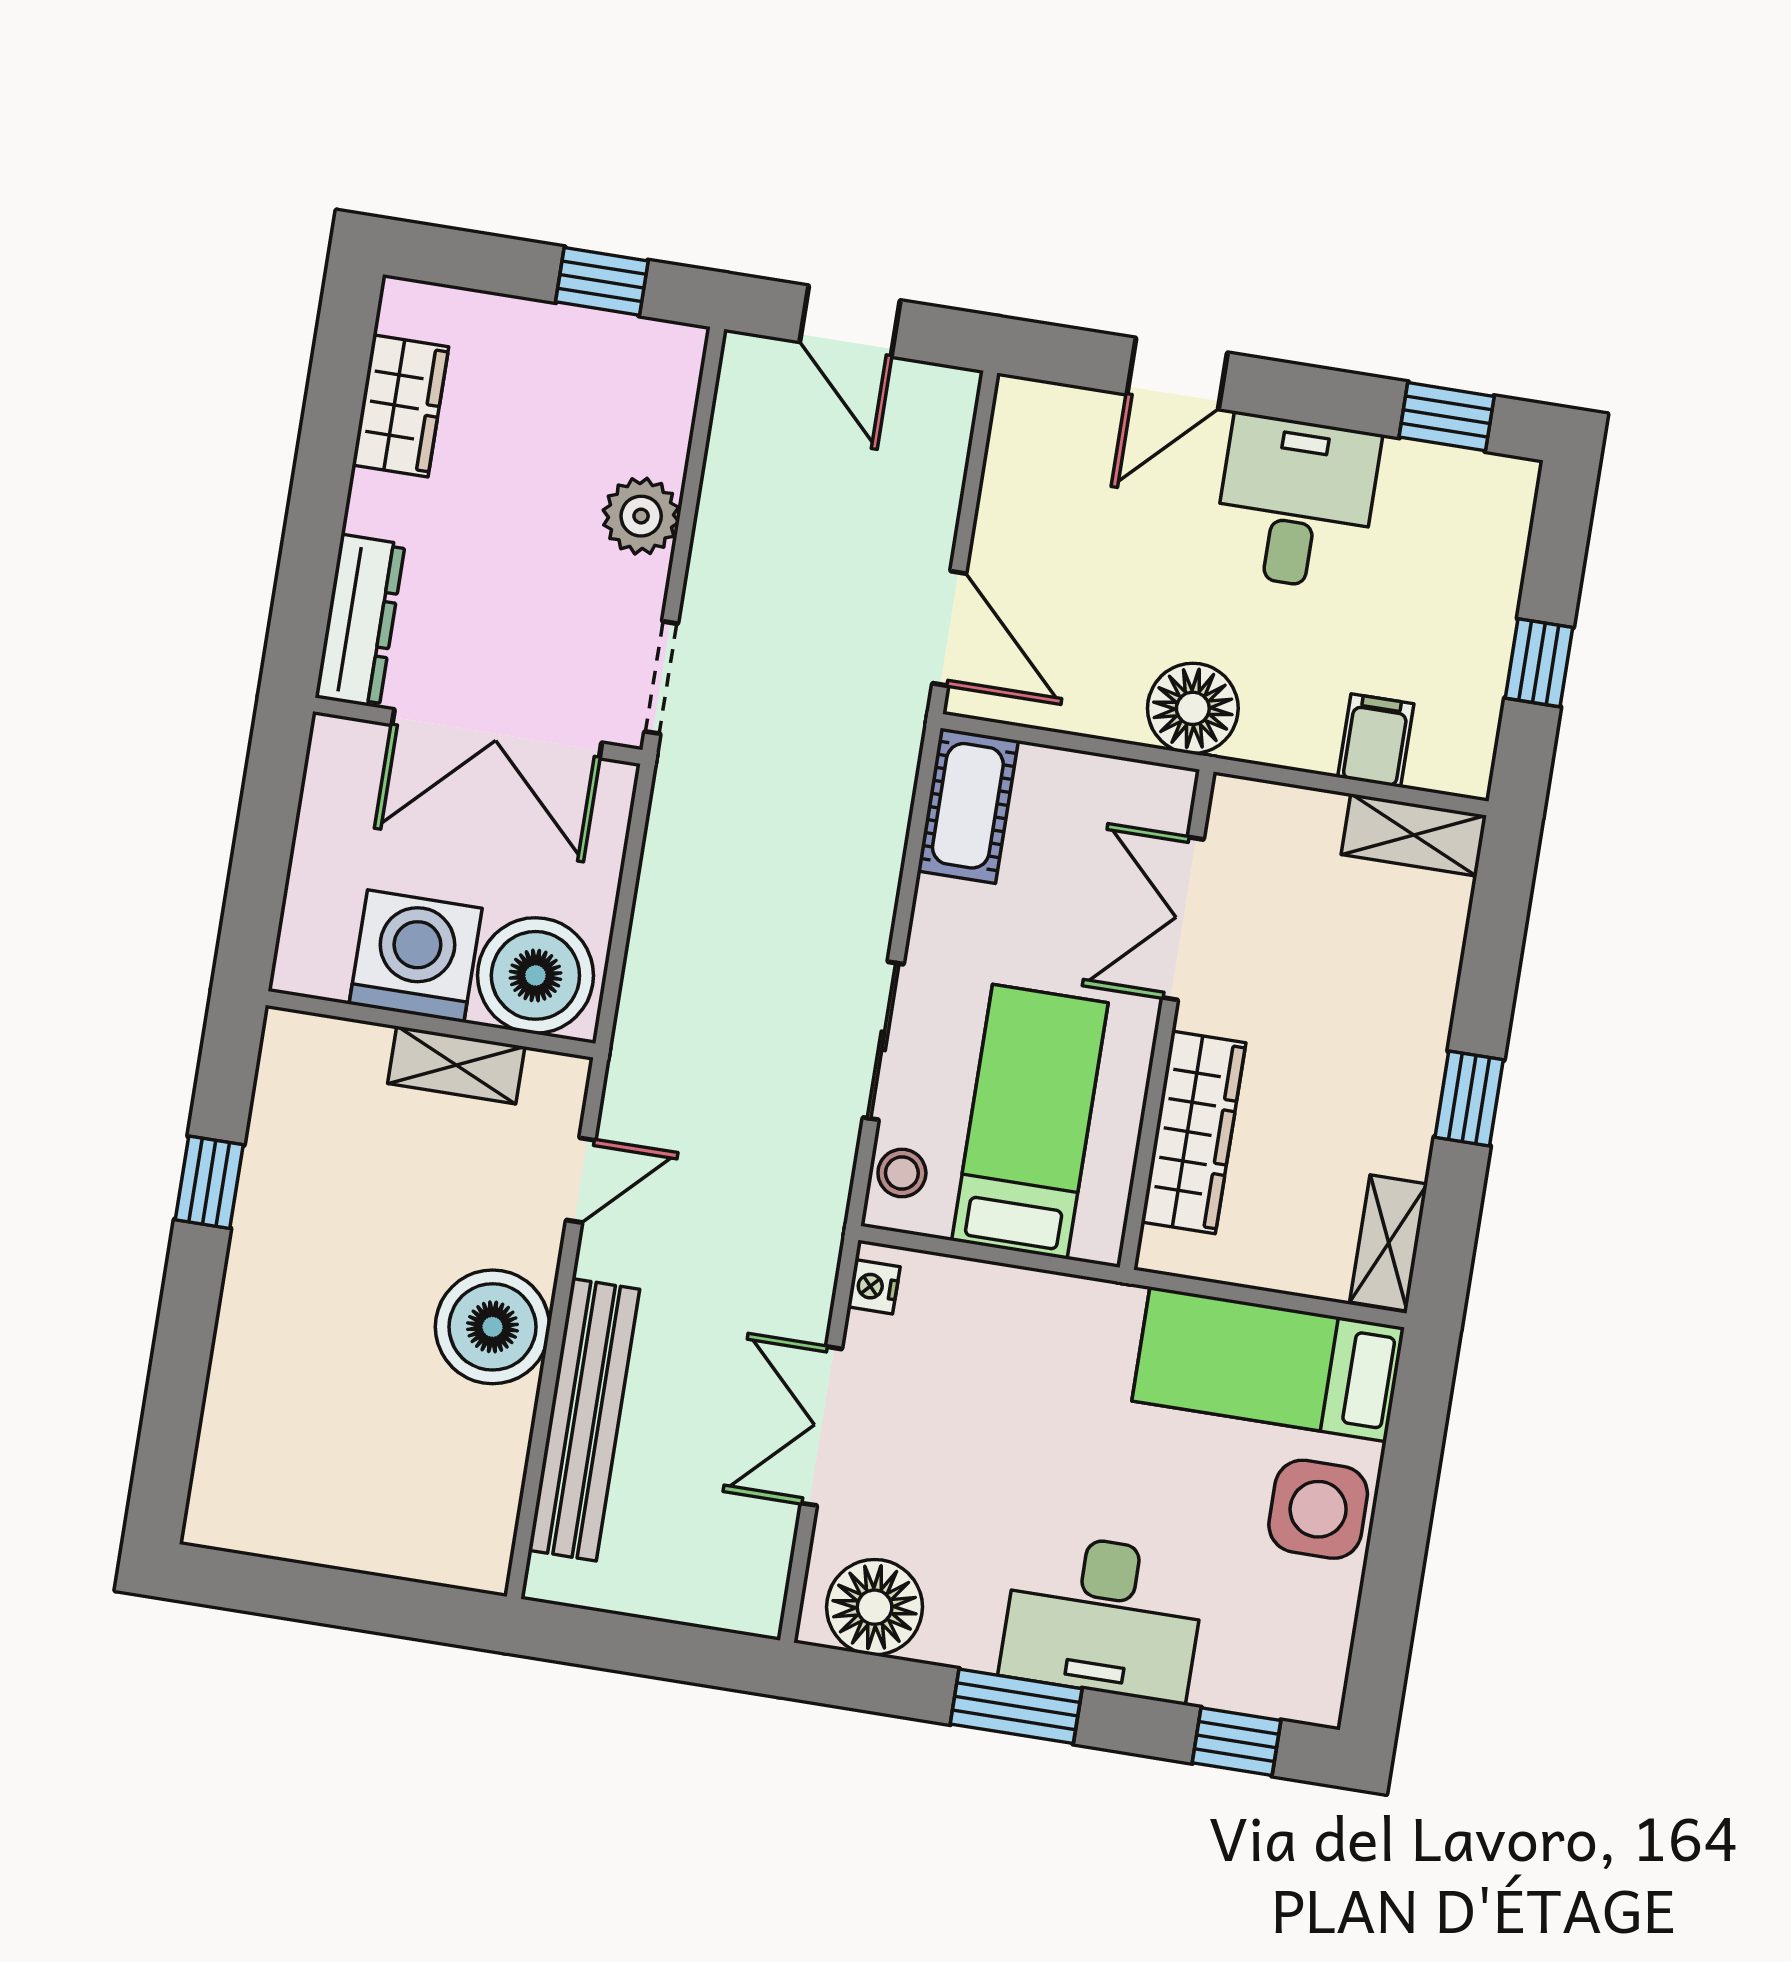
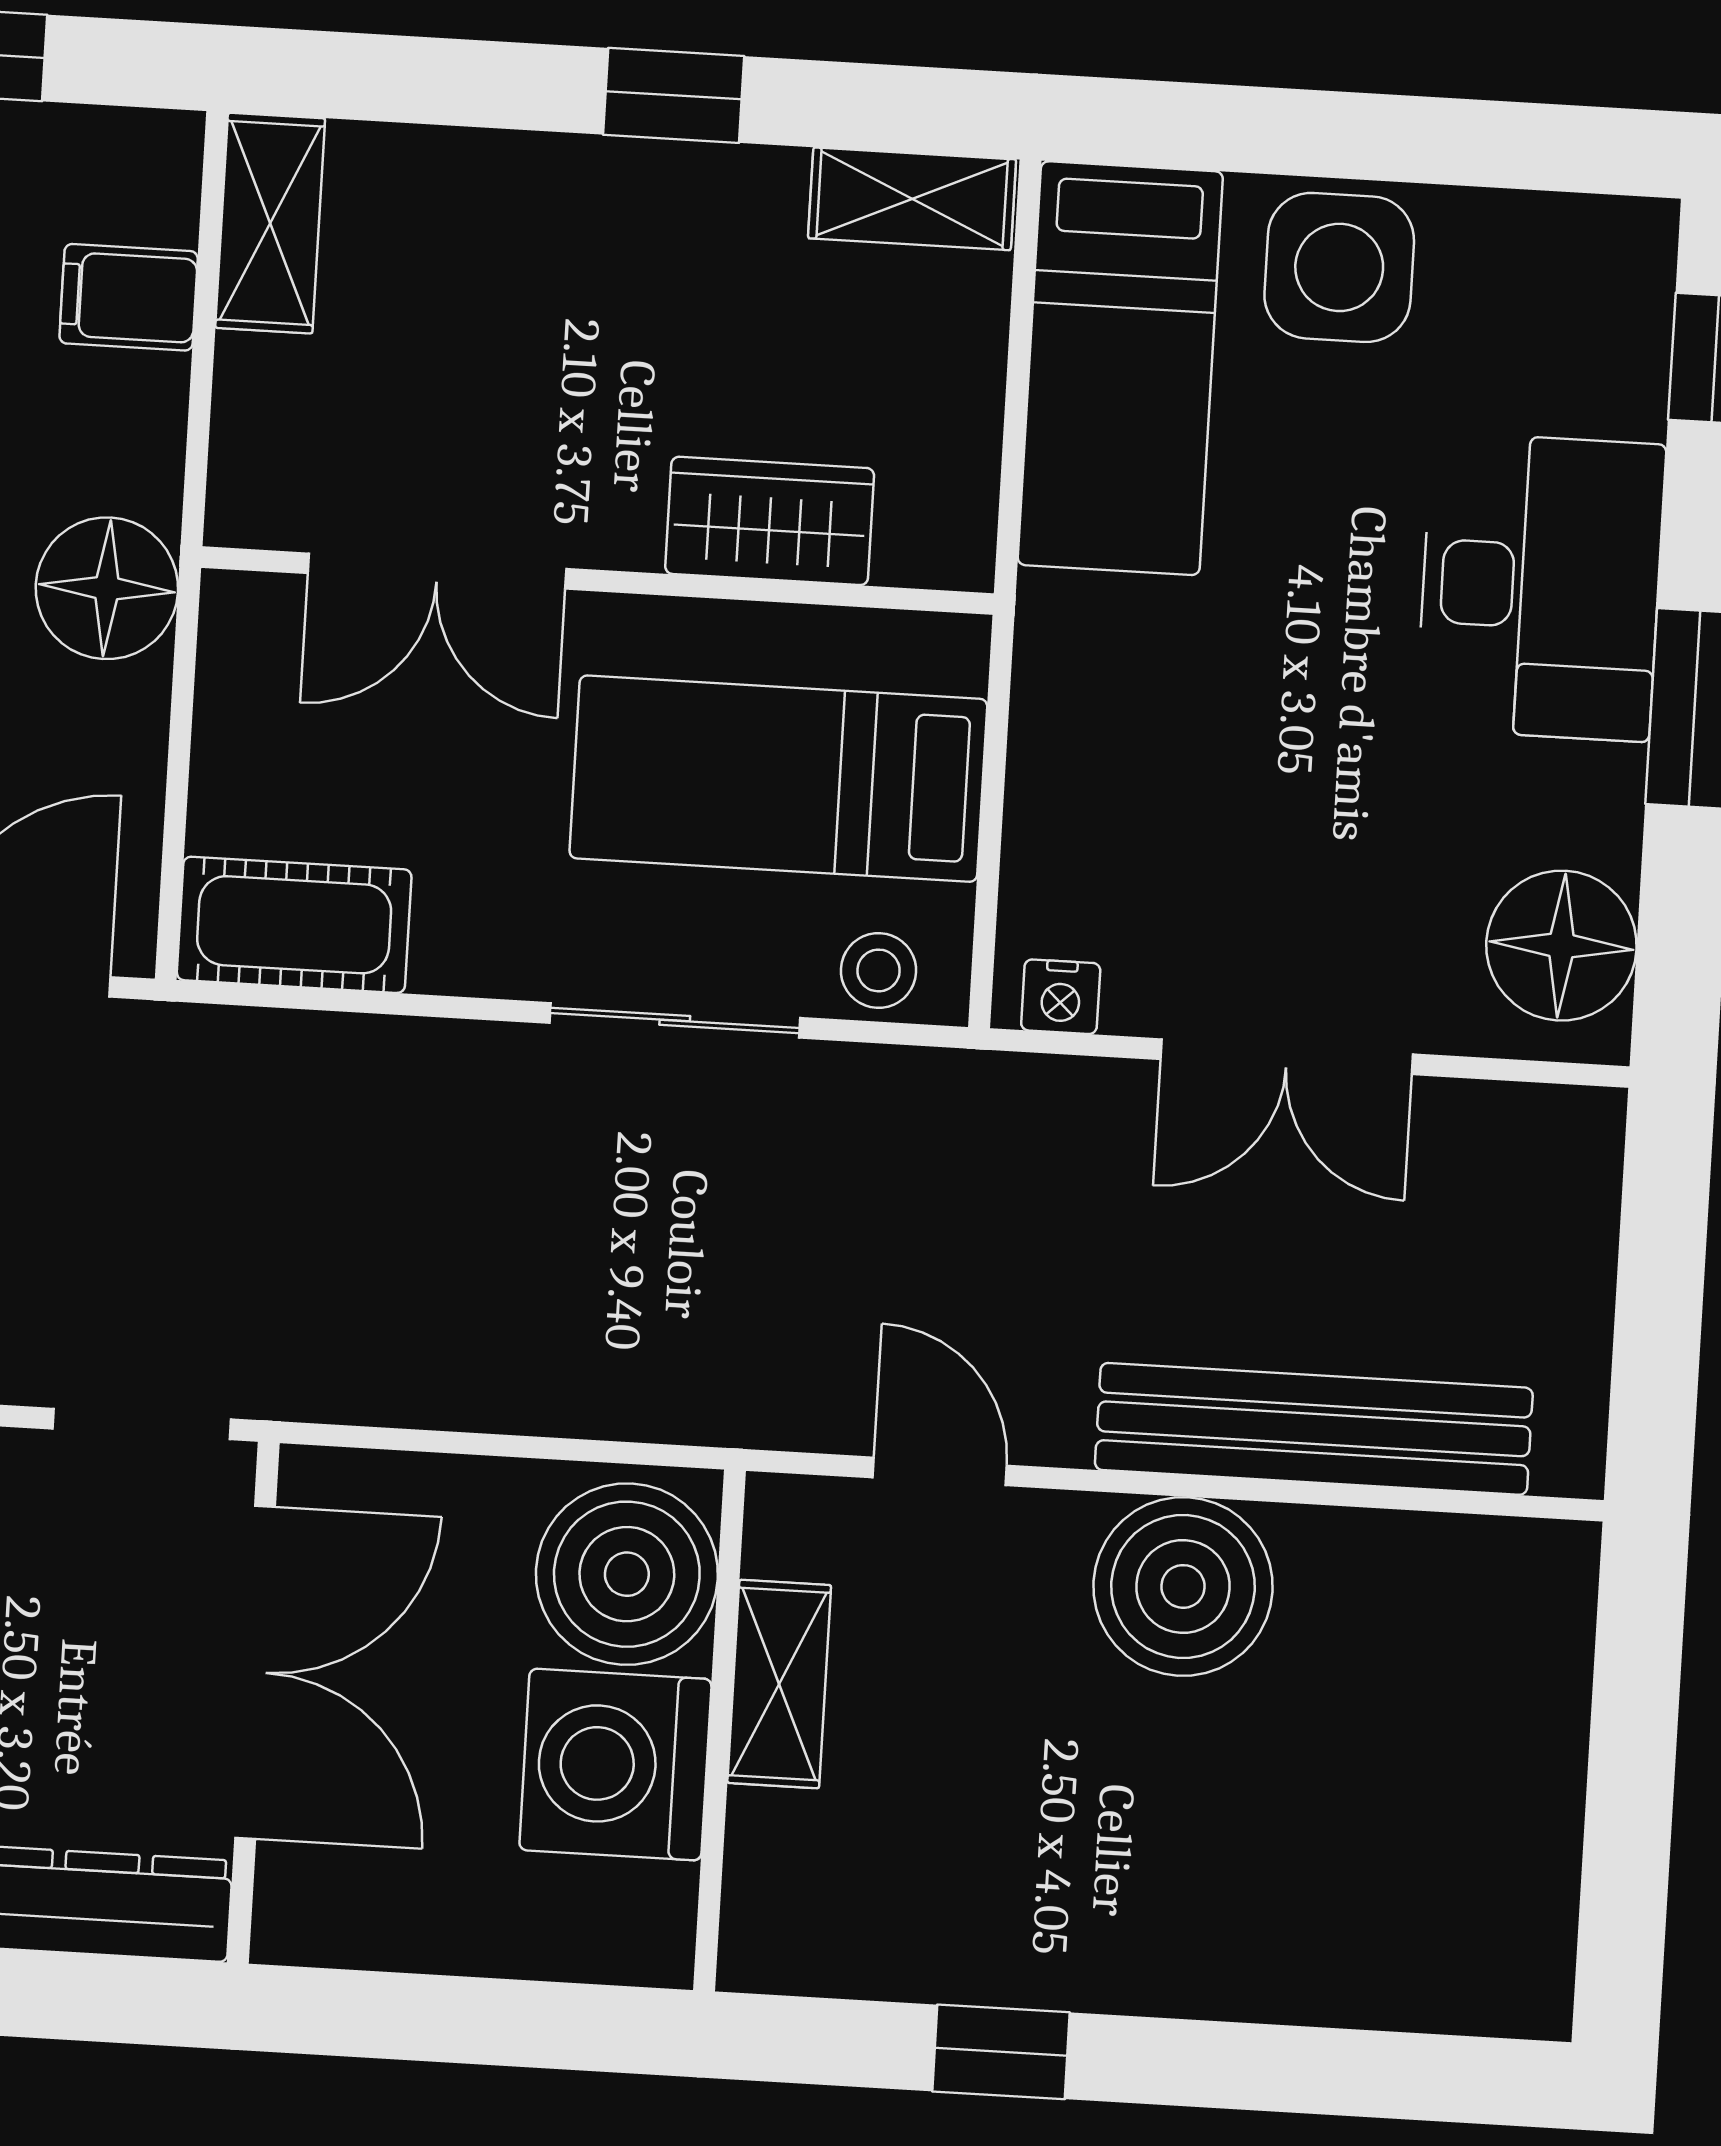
wardrobe: (1194, 1132) -> (770, 521), width x0.67

